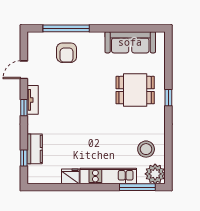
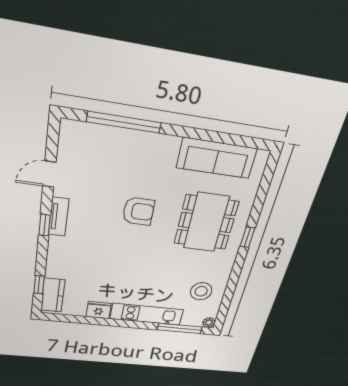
armchair: (67, 53) -> (138, 211), moved, turned -90
dining table: (135, 90) -> (206, 223), width x1.38
kitchen counter: (35, 149) -> (53, 295), moved
plant: (155, 174) -> (209, 323), width x0.53, depth x0.53

